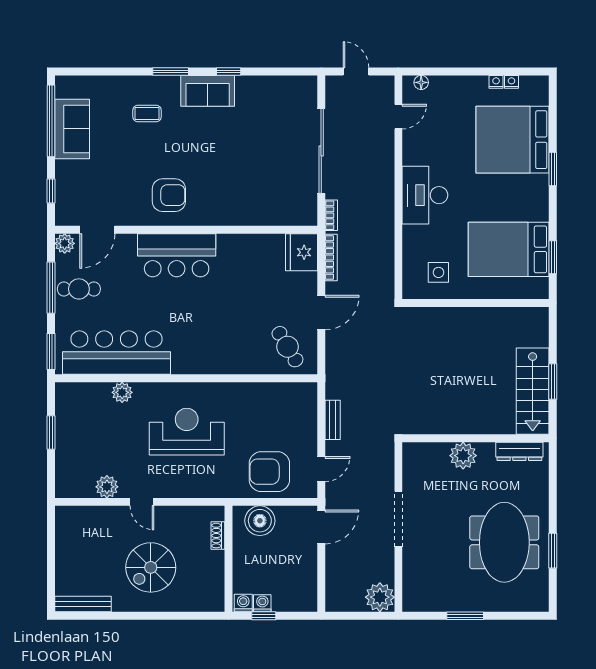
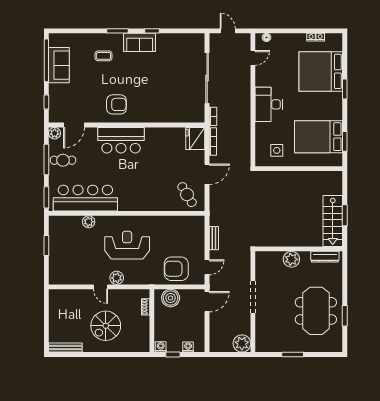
plant: (107, 487) -> (117, 278), moved
washing machine: (262, 603) -> (188, 347), moved

